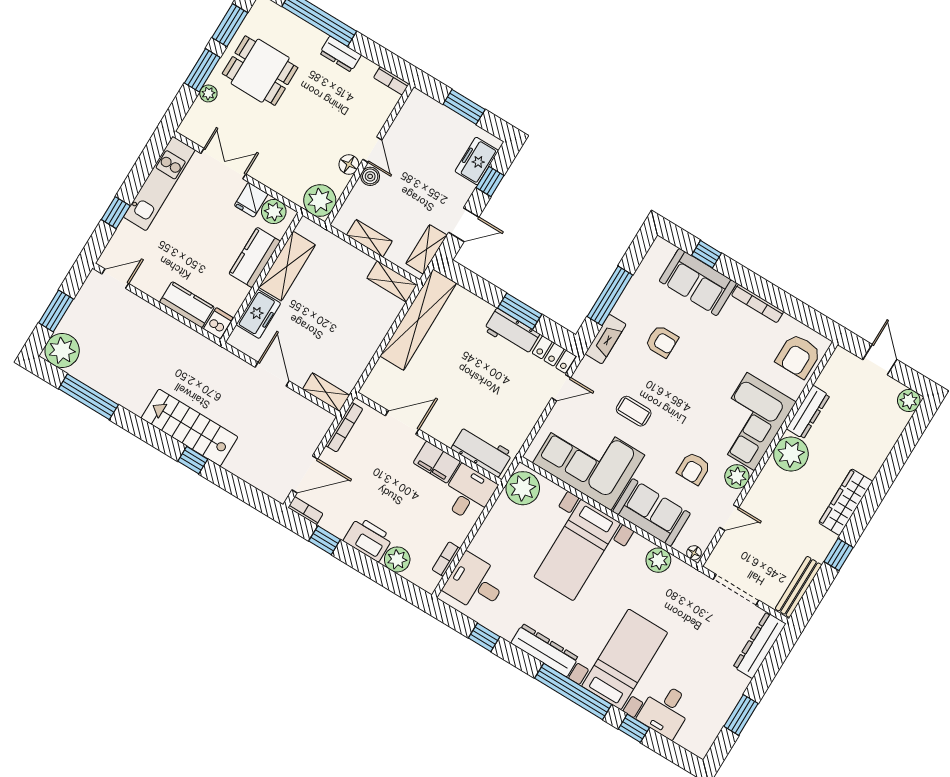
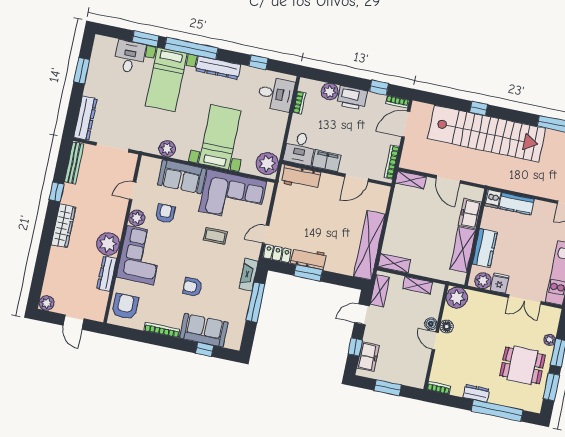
armchair: (662, 341) -> (192, 287), moved
stairs: (189, 428) -> (487, 134), width x1.86, depth x1.51
floor lamp: (694, 553) -> (147, 161), removed
window: (634, 728) -> (145, 39), width x1.50

